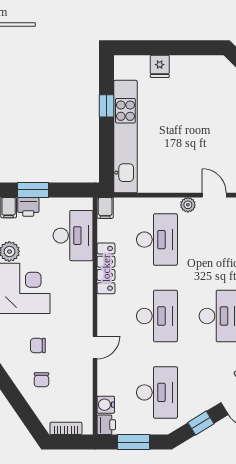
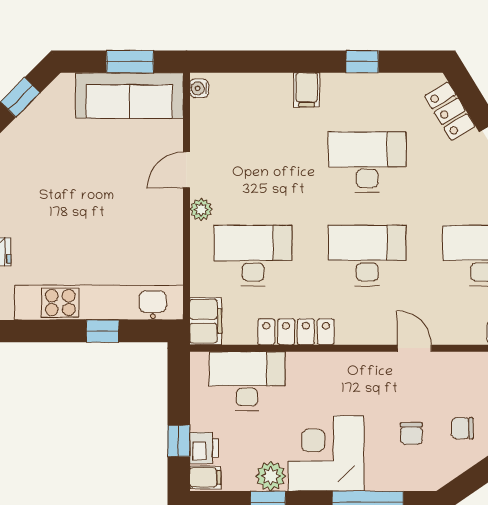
window: (106, 106) -> (103, 331), moved
window: (33, 190) -> (179, 441), width x0.67
filing cabinet: (105, 208) -> (206, 321), width x2.00
chair: (41, 380) -> (462, 428), turned 180

